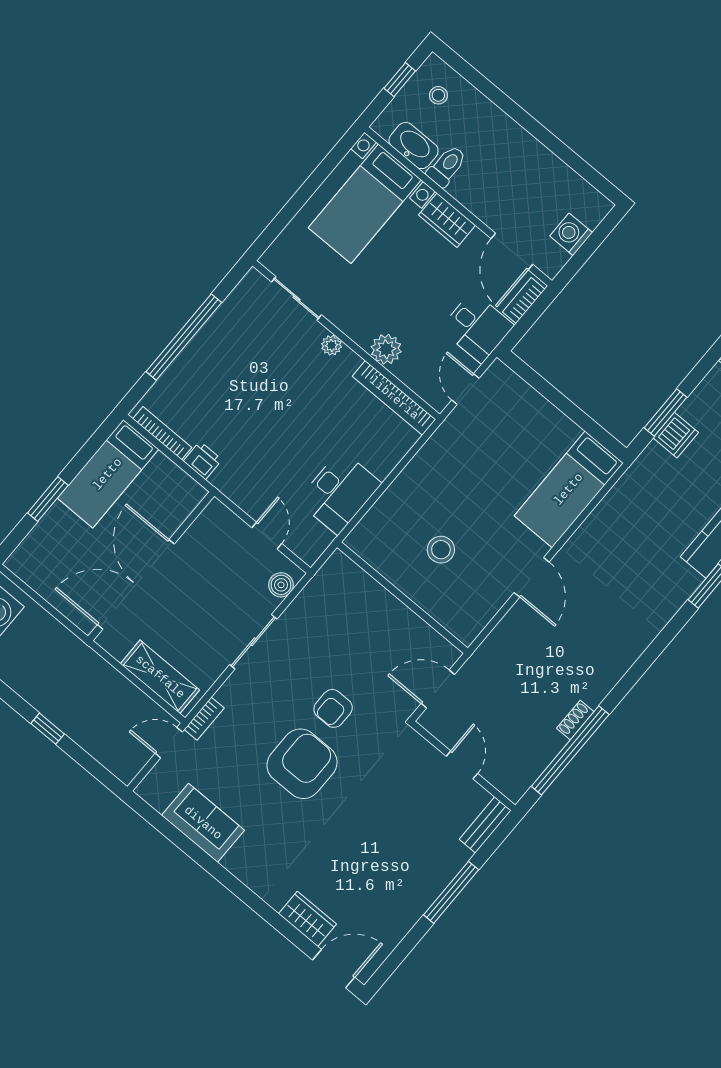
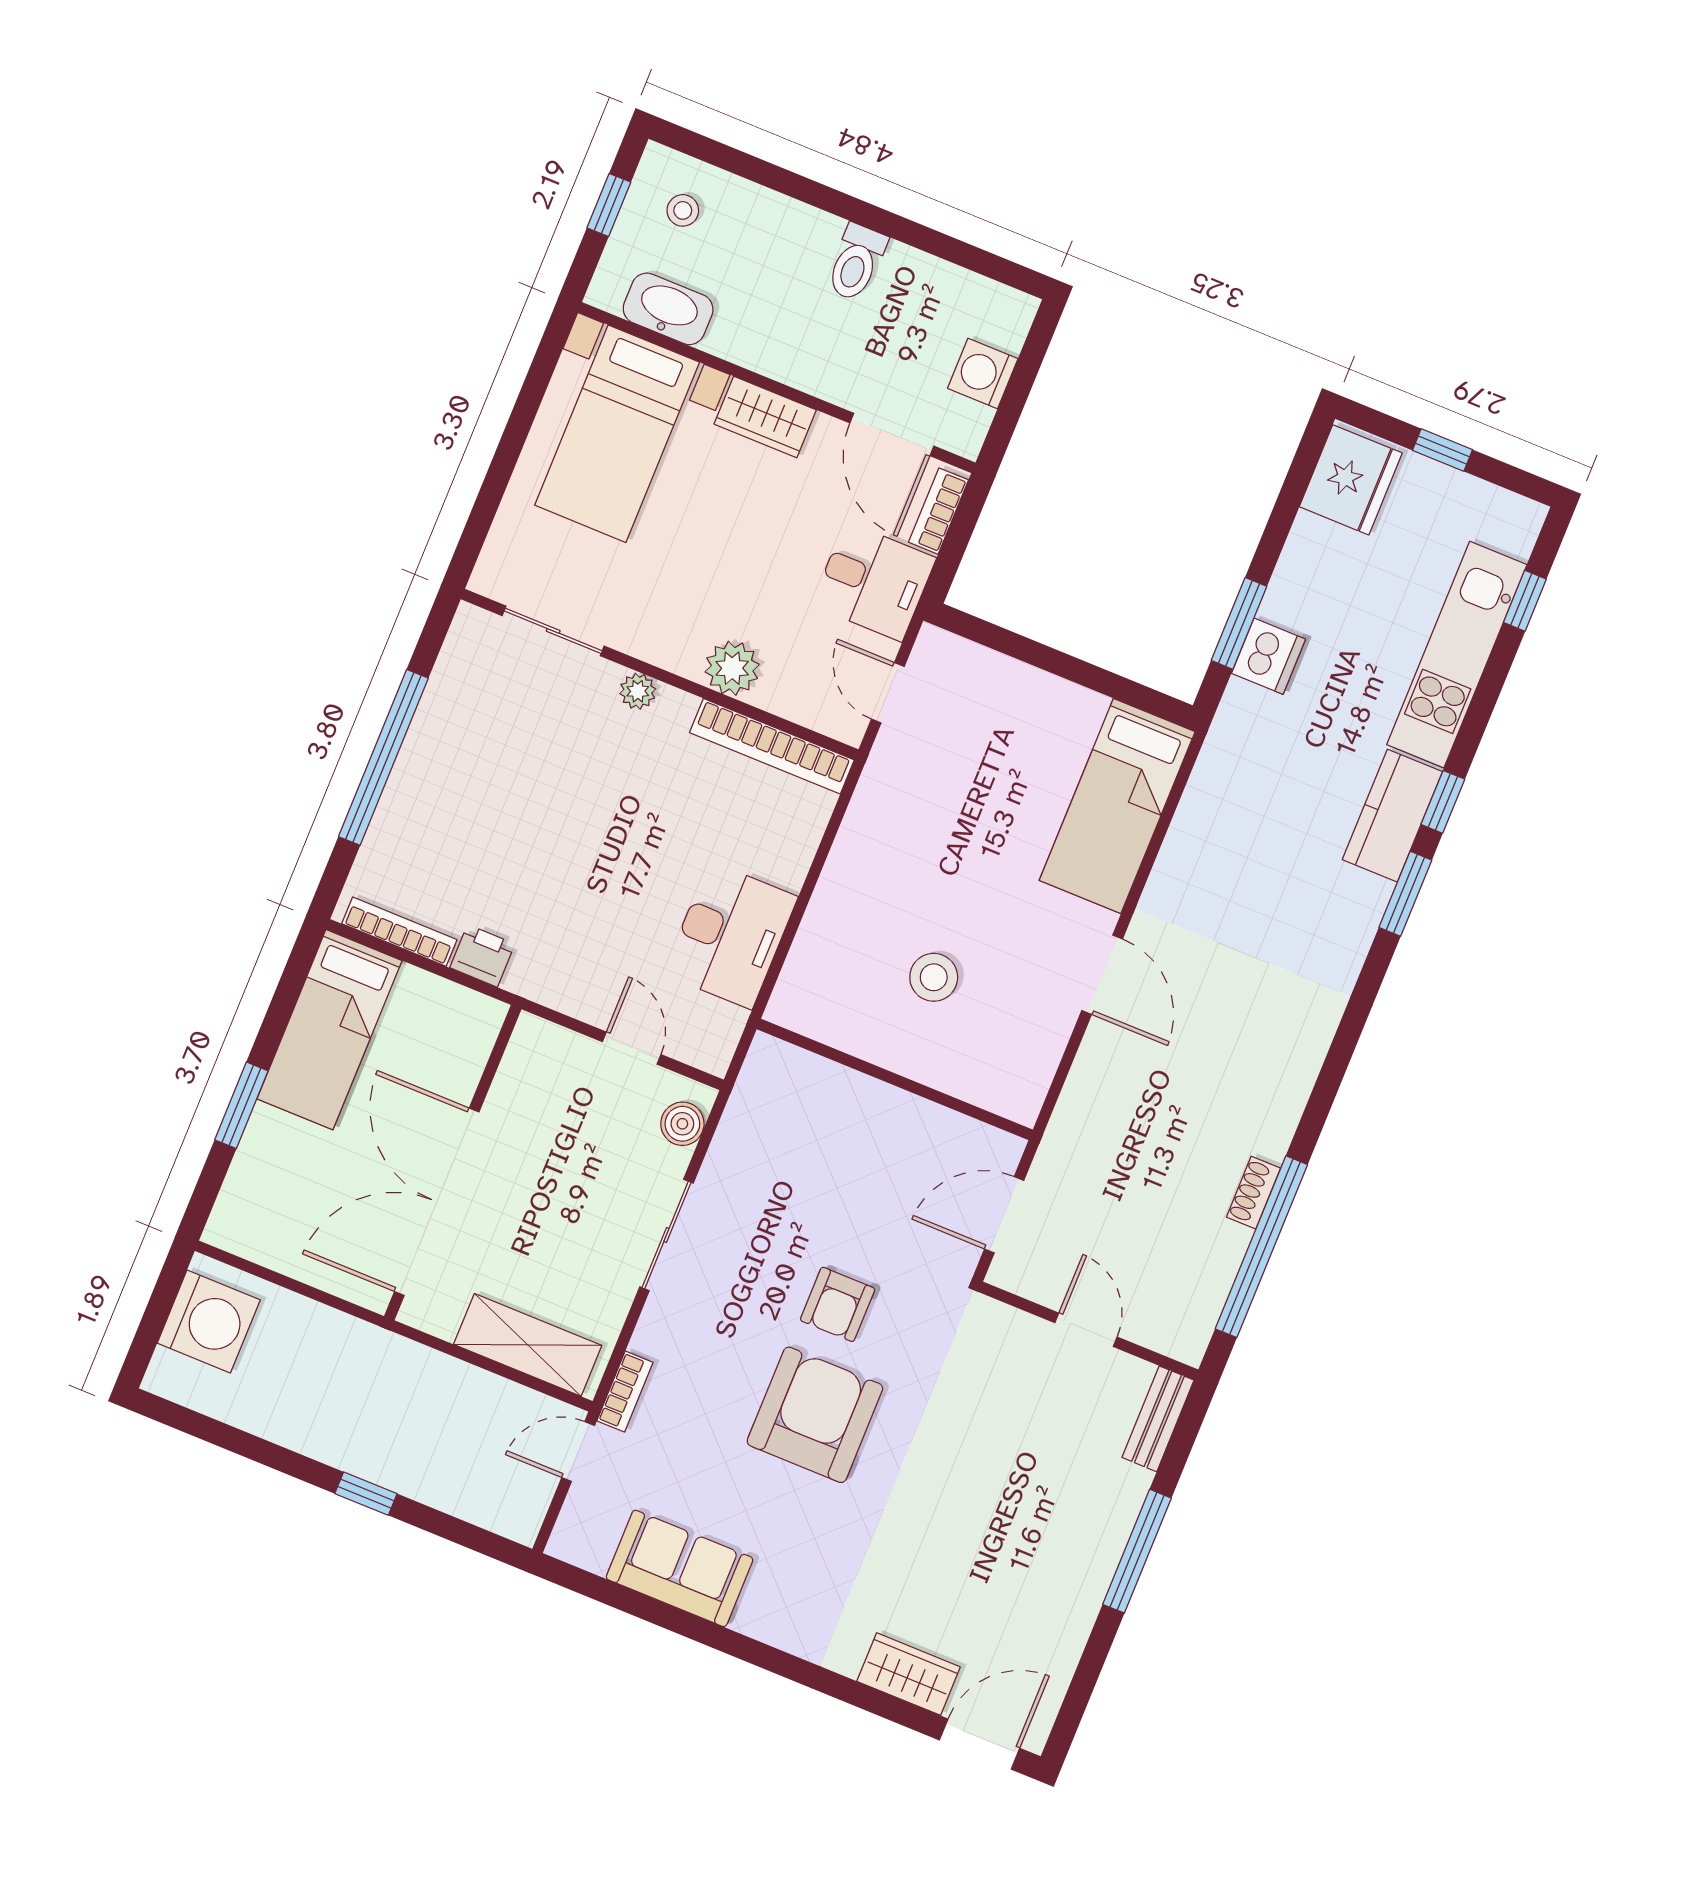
toilet: (447, 166) -> (856, 262), moved, turned 180

